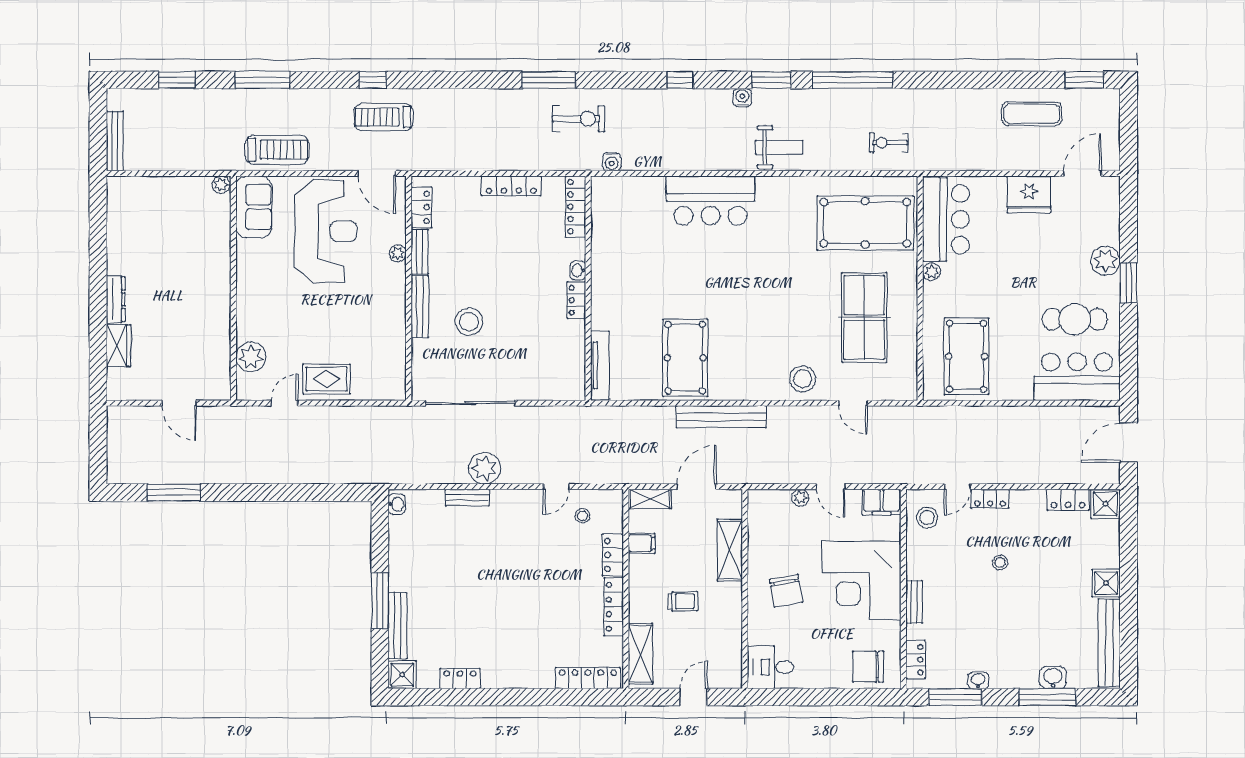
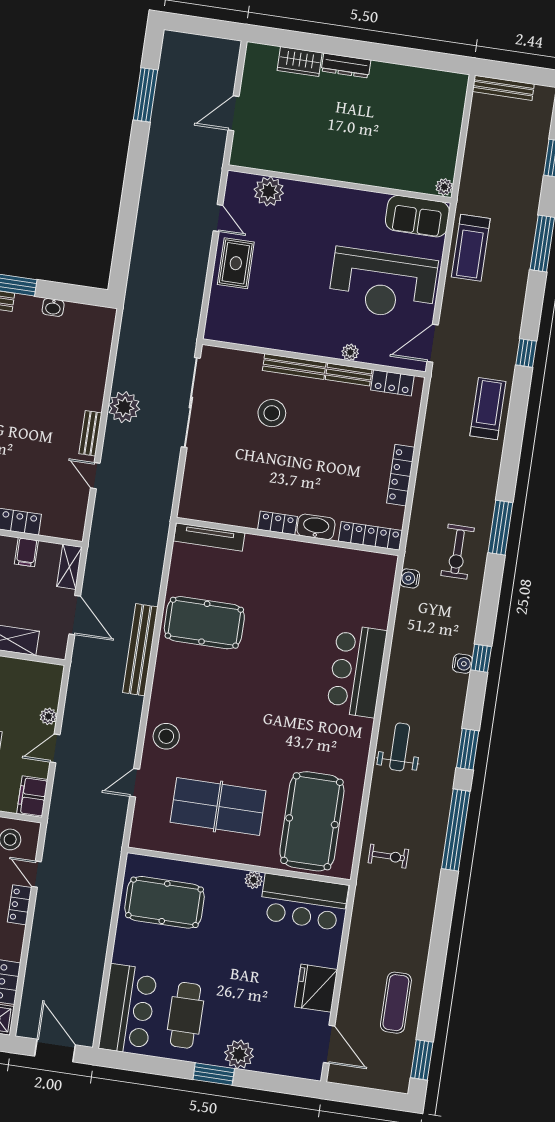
water cooler: (742, 98) -> (462, 664), moved
treadmill: (383, 117) -> (488, 409), moved
exercise bike: (888, 143) -> (388, 856), turned 90
weight bench: (779, 147) -> (400, 747), turned 180
washbasin: (578, 270) -> (316, 527), width x1.91, depth x1.45
bench: (467, 497) -> (90, 433), moved
washbasin: (397, 504) -> (53, 307), moved
stool: (582, 516) -> (62, 497), removed

